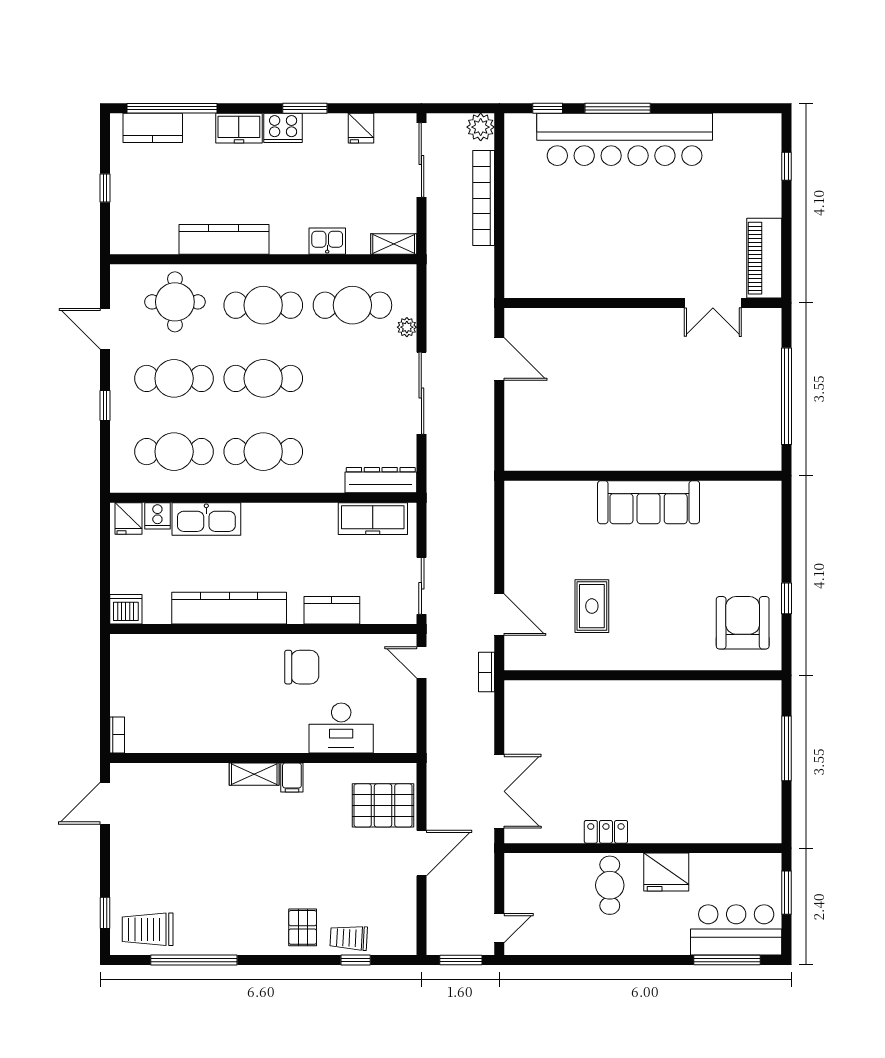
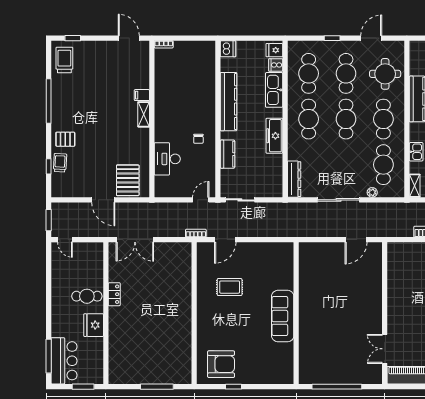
freezer: (373, 519) -> (274, 136), moved
chair: (302, 667) -> (198, 139), width x0.54, depth x0.54
filing cabinet: (292, 778) -> (142, 95), moved
window: (194, 960) -> (49, 101), moved

